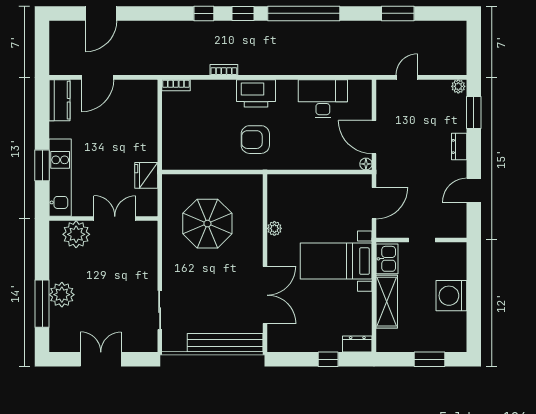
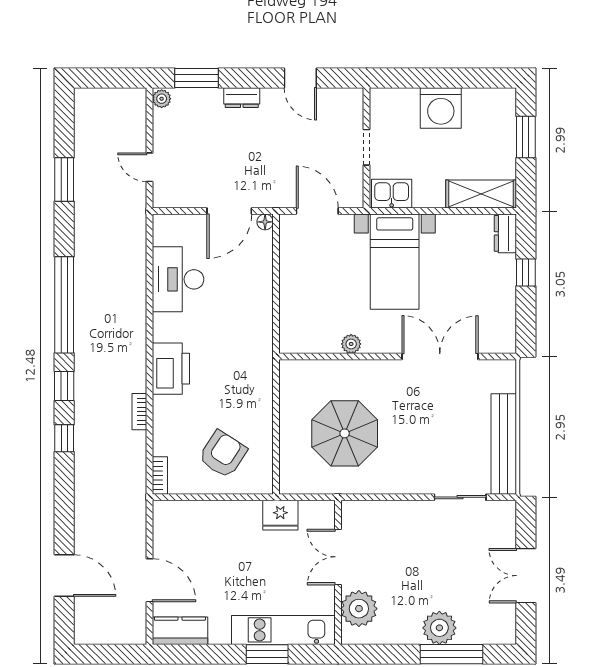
armchair: (255, 140) -> (223, 454), moved, turned -147
shelving: (387, 302) -> (481, 194), moved
bench: (225, 343) -> (504, 444), moved

